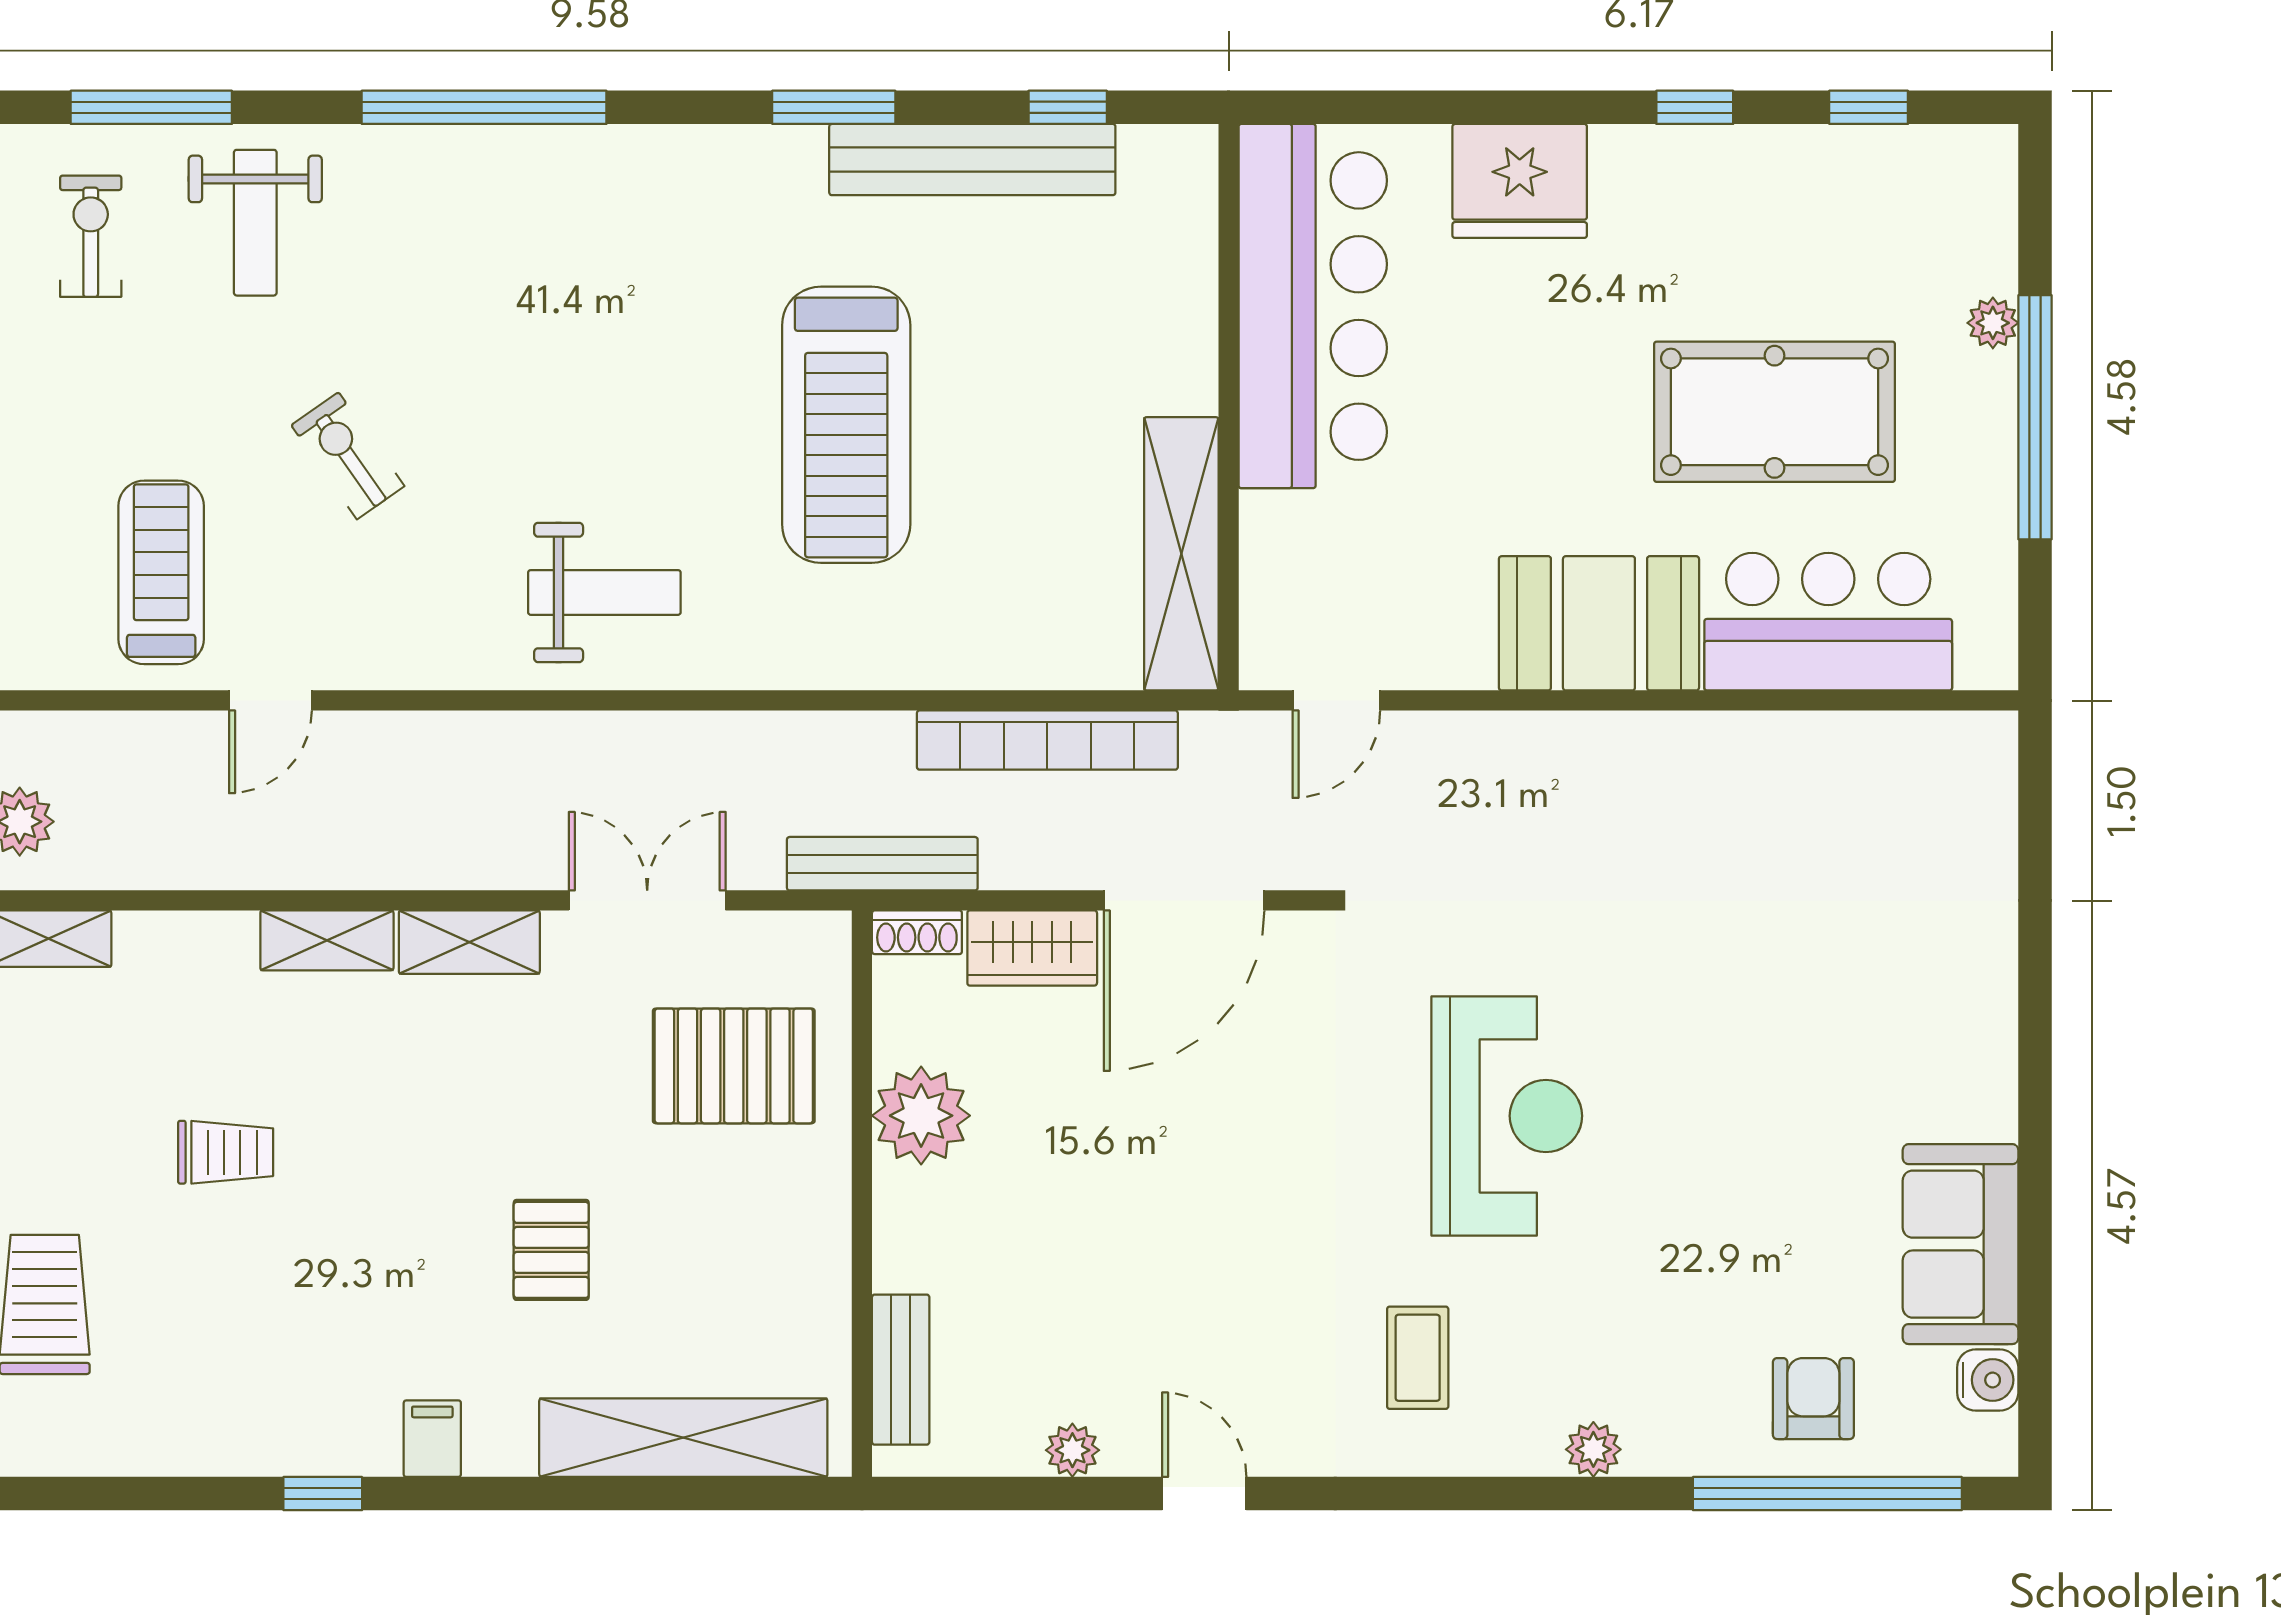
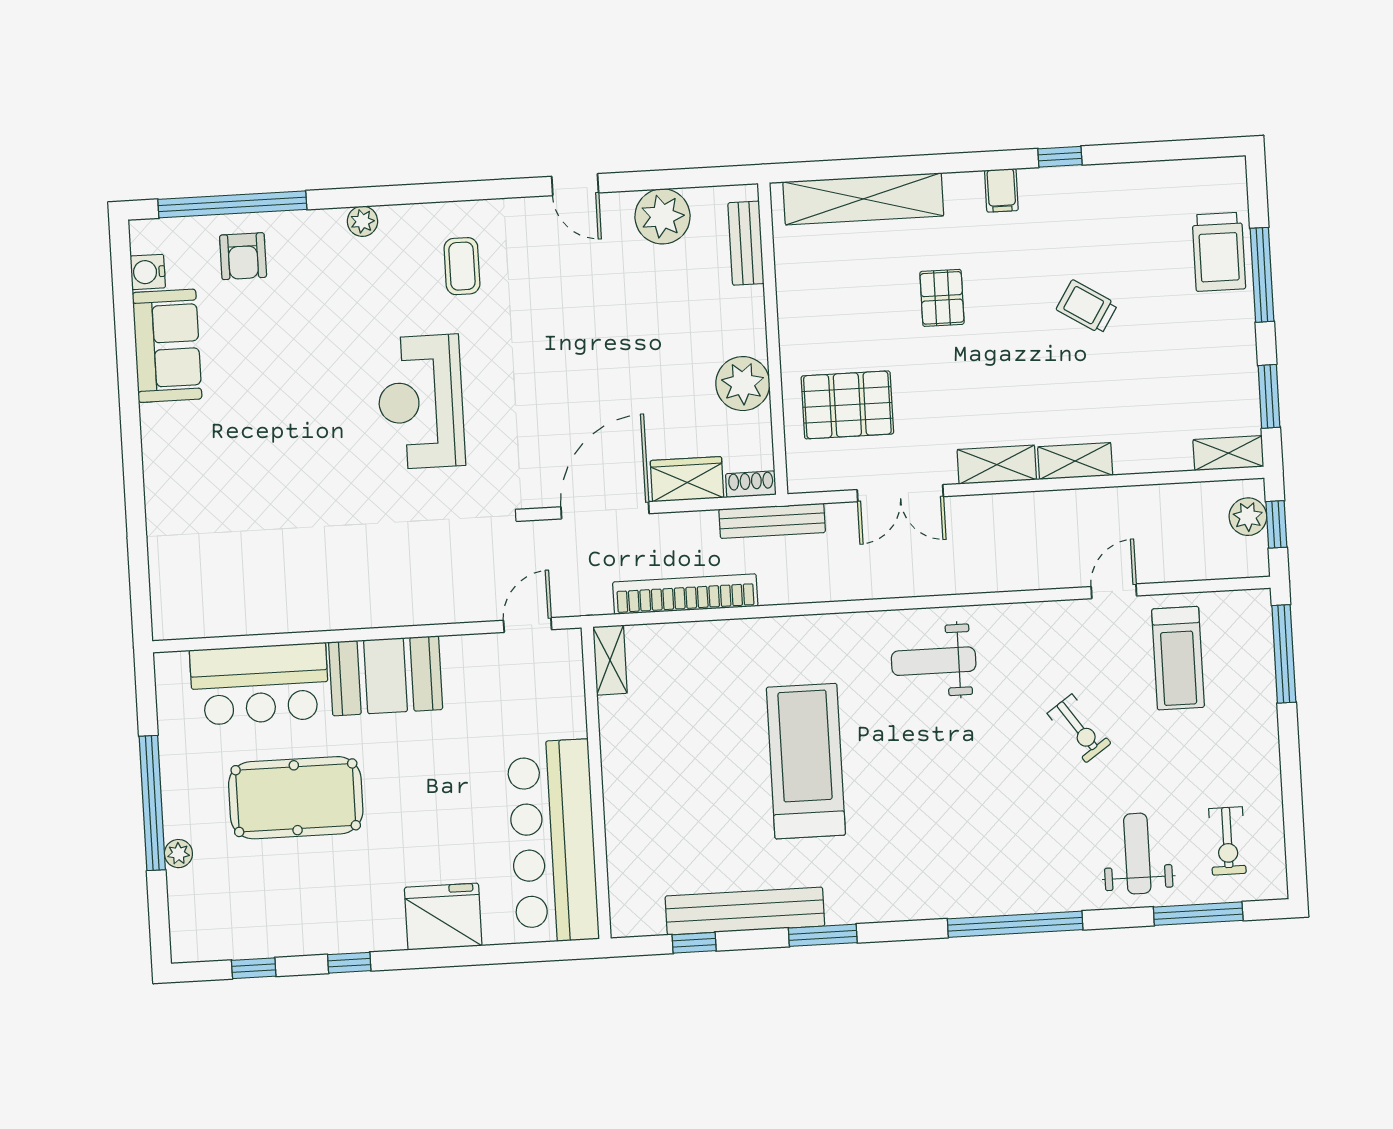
shelving: (1181, 554) -> (610, 660), width x0.45, depth x0.75
trolley: (226, 1152) -> (1087, 307), moved, turned 32
plant: (1072, 1450) -> (662, 216), width x1.88, depth x1.88

